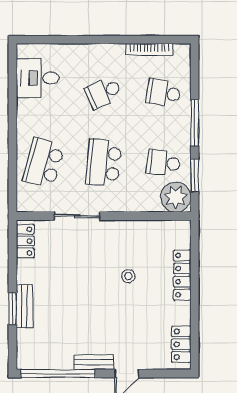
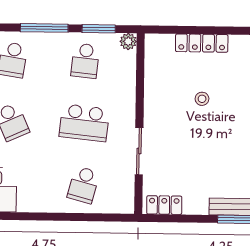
school desk: (44, 163) -> (83, 185), width x0.54
plant: (176, 197) -> (128, 41), width x0.53, depth x0.53

